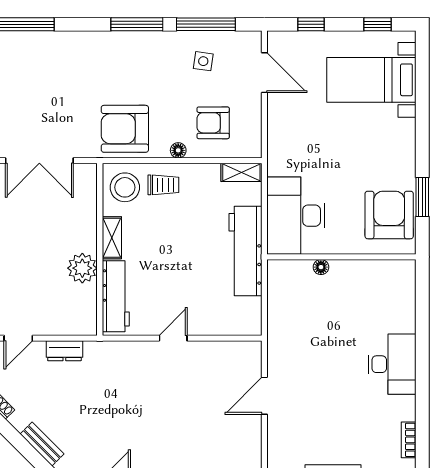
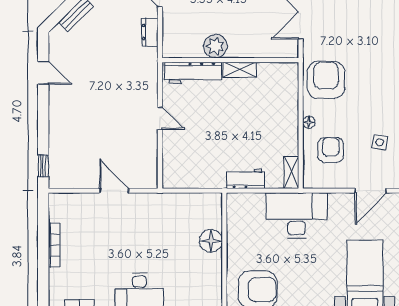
trolley: (163, 185) -> (281, 111), removed
stool: (125, 187) -> (280, 80), removed
desk: (296, 216) -> (296, 216), moved
workbench: (245, 251) -> (246, 179), width x0.53, depth x0.76
floor lamp: (321, 267) -> (211, 241), width x1.89, depth x1.89

